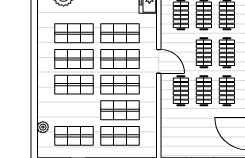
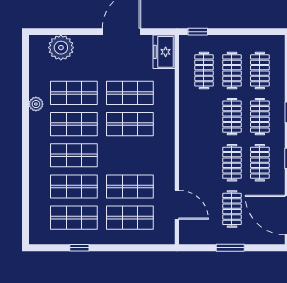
door: (159, 61) -> (177, 205), moved
shop shelf: (120, 85) -> (74, 186), moved
clothes rail: (181, 91) -> (232, 209), moved
plant: (43, 127) -> (36, 104), moved

